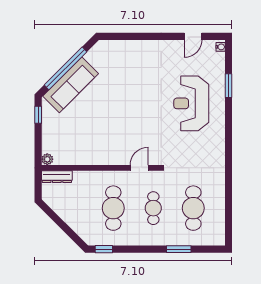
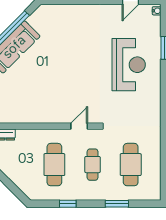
reception desk: (191, 103) -> (129, 65), turned 180
window: (104, 249) -> (68, 204), moved

